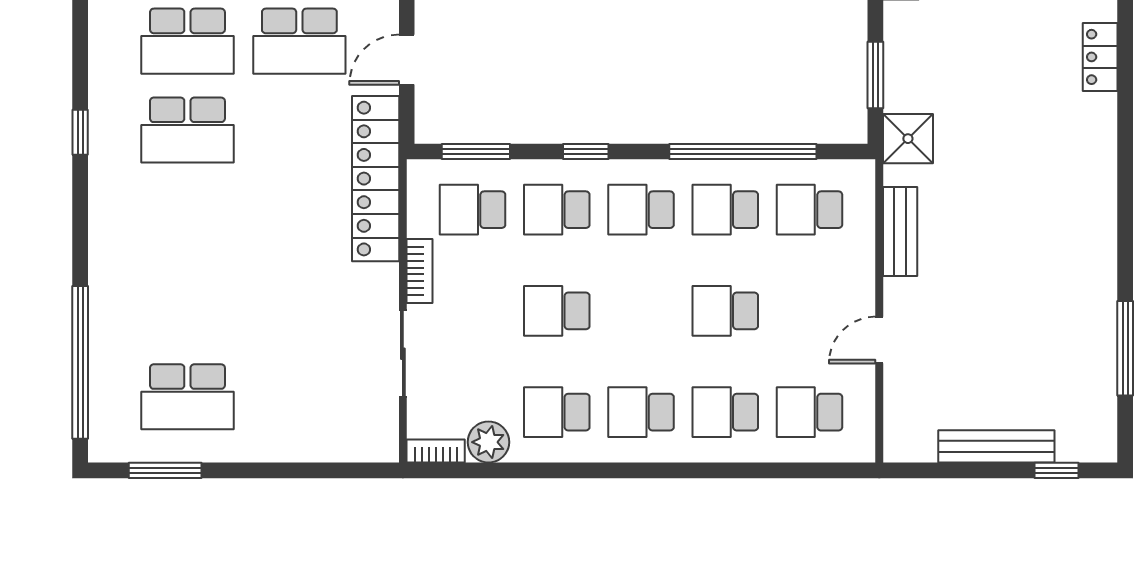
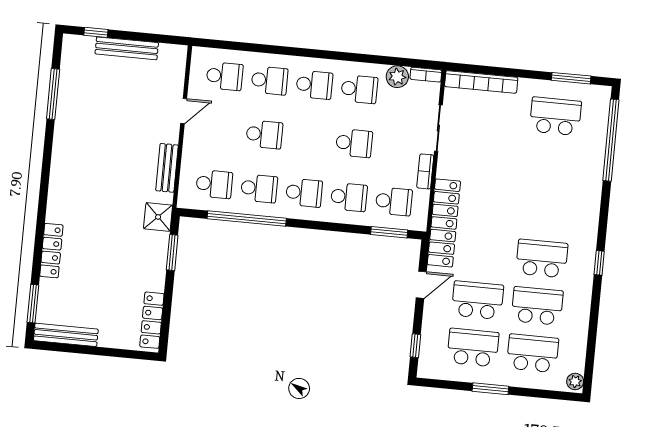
locker: (1100, 57) -> (51, 251), width x1.53
window: (586, 151) -> (330, 227), removed
bookcase: (332, 447) -> (481, 82), added

